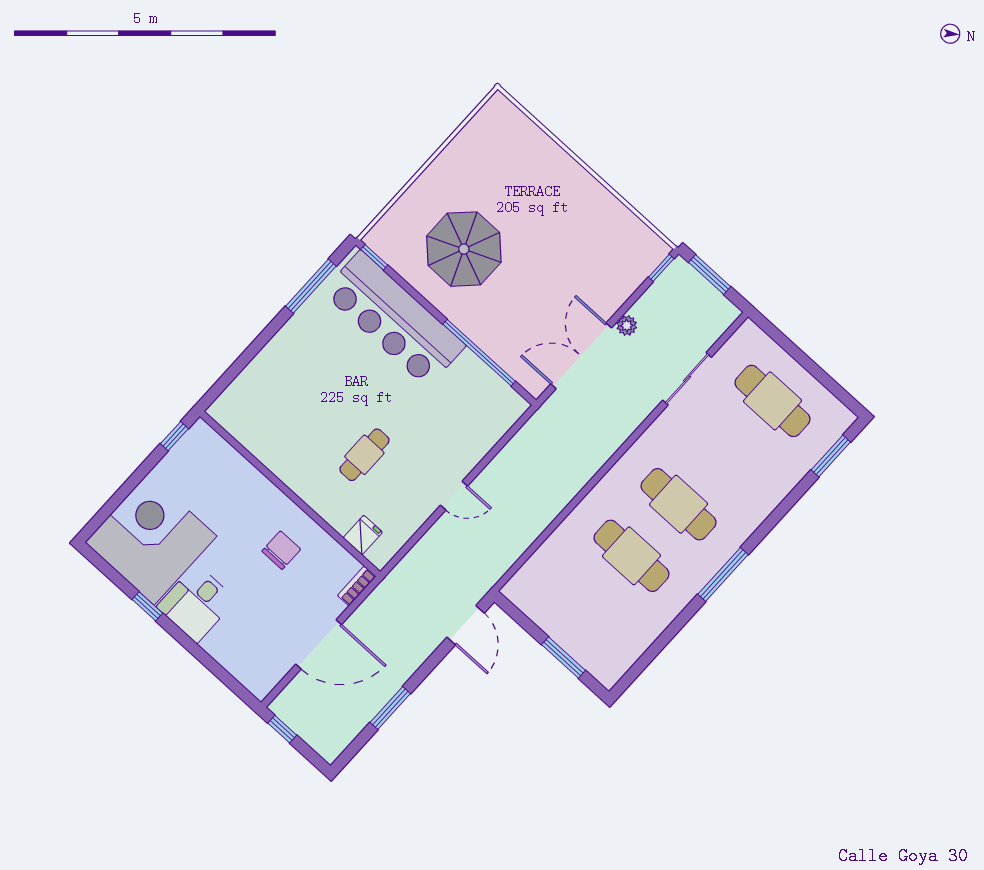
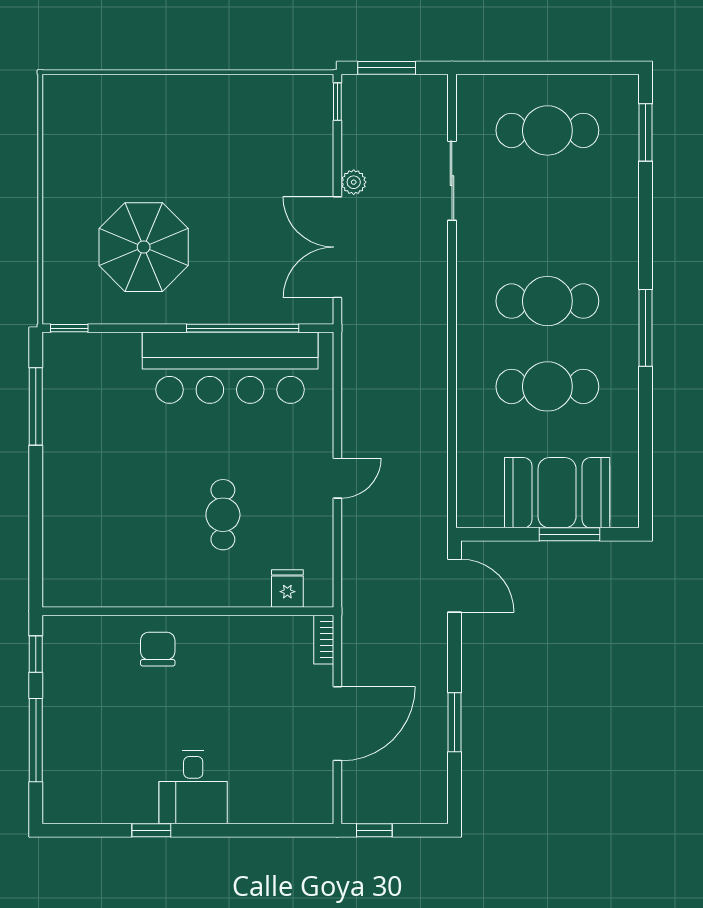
bar counter: (394, 319) -> (230, 368), moved
window: (127, 488) -> (36, 740), added
corner desk: (151, 539) -> (99, 767), removed
chair: (281, 550) -> (158, 649), moved
booth: (579, 625) -> (557, 493), added

